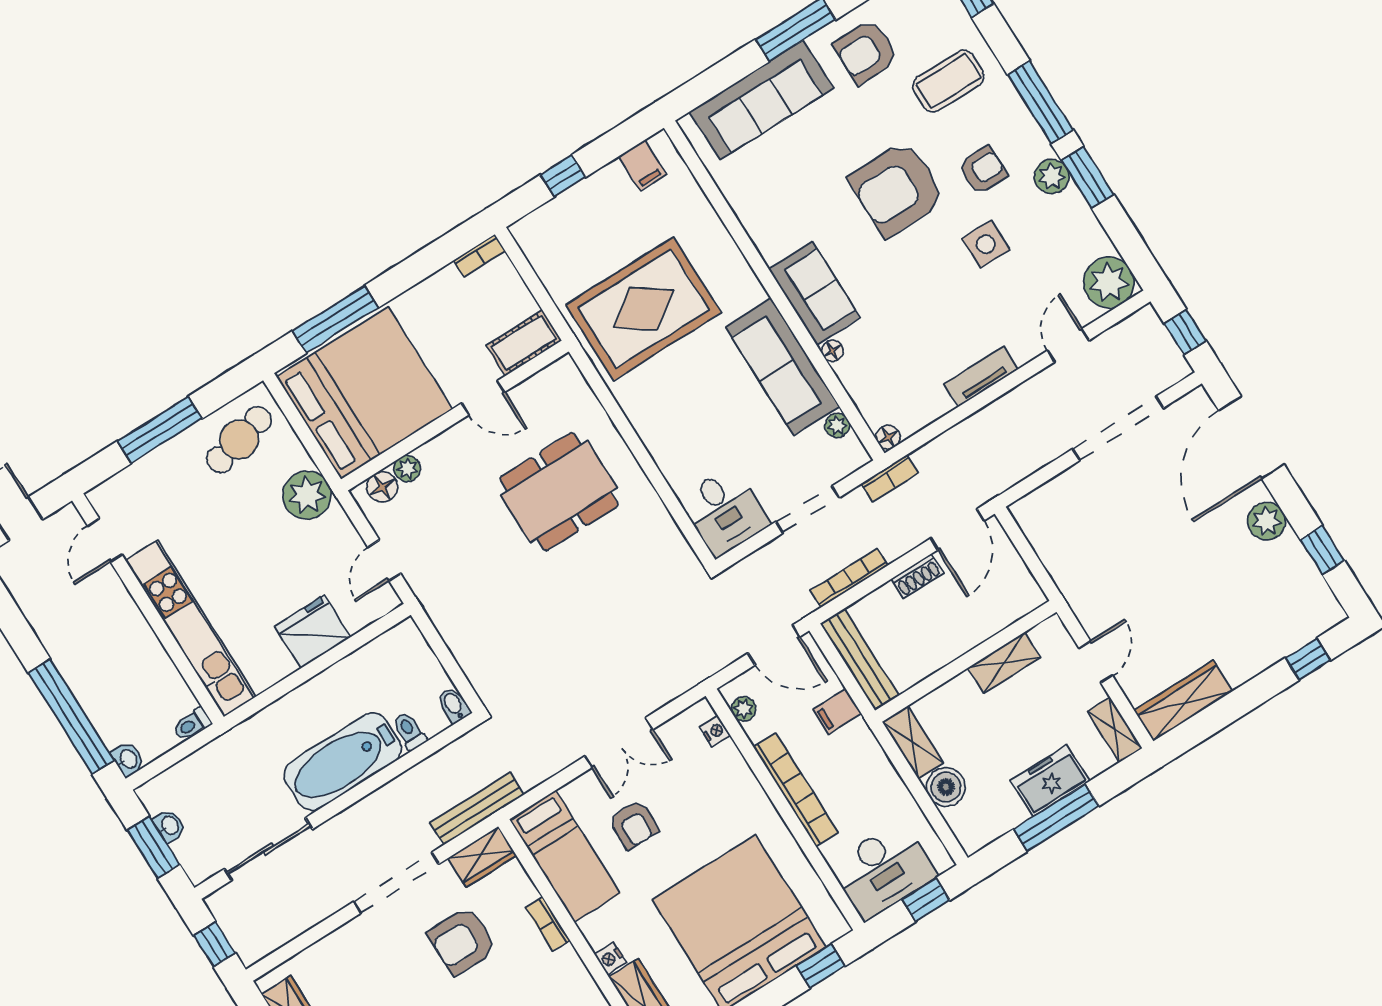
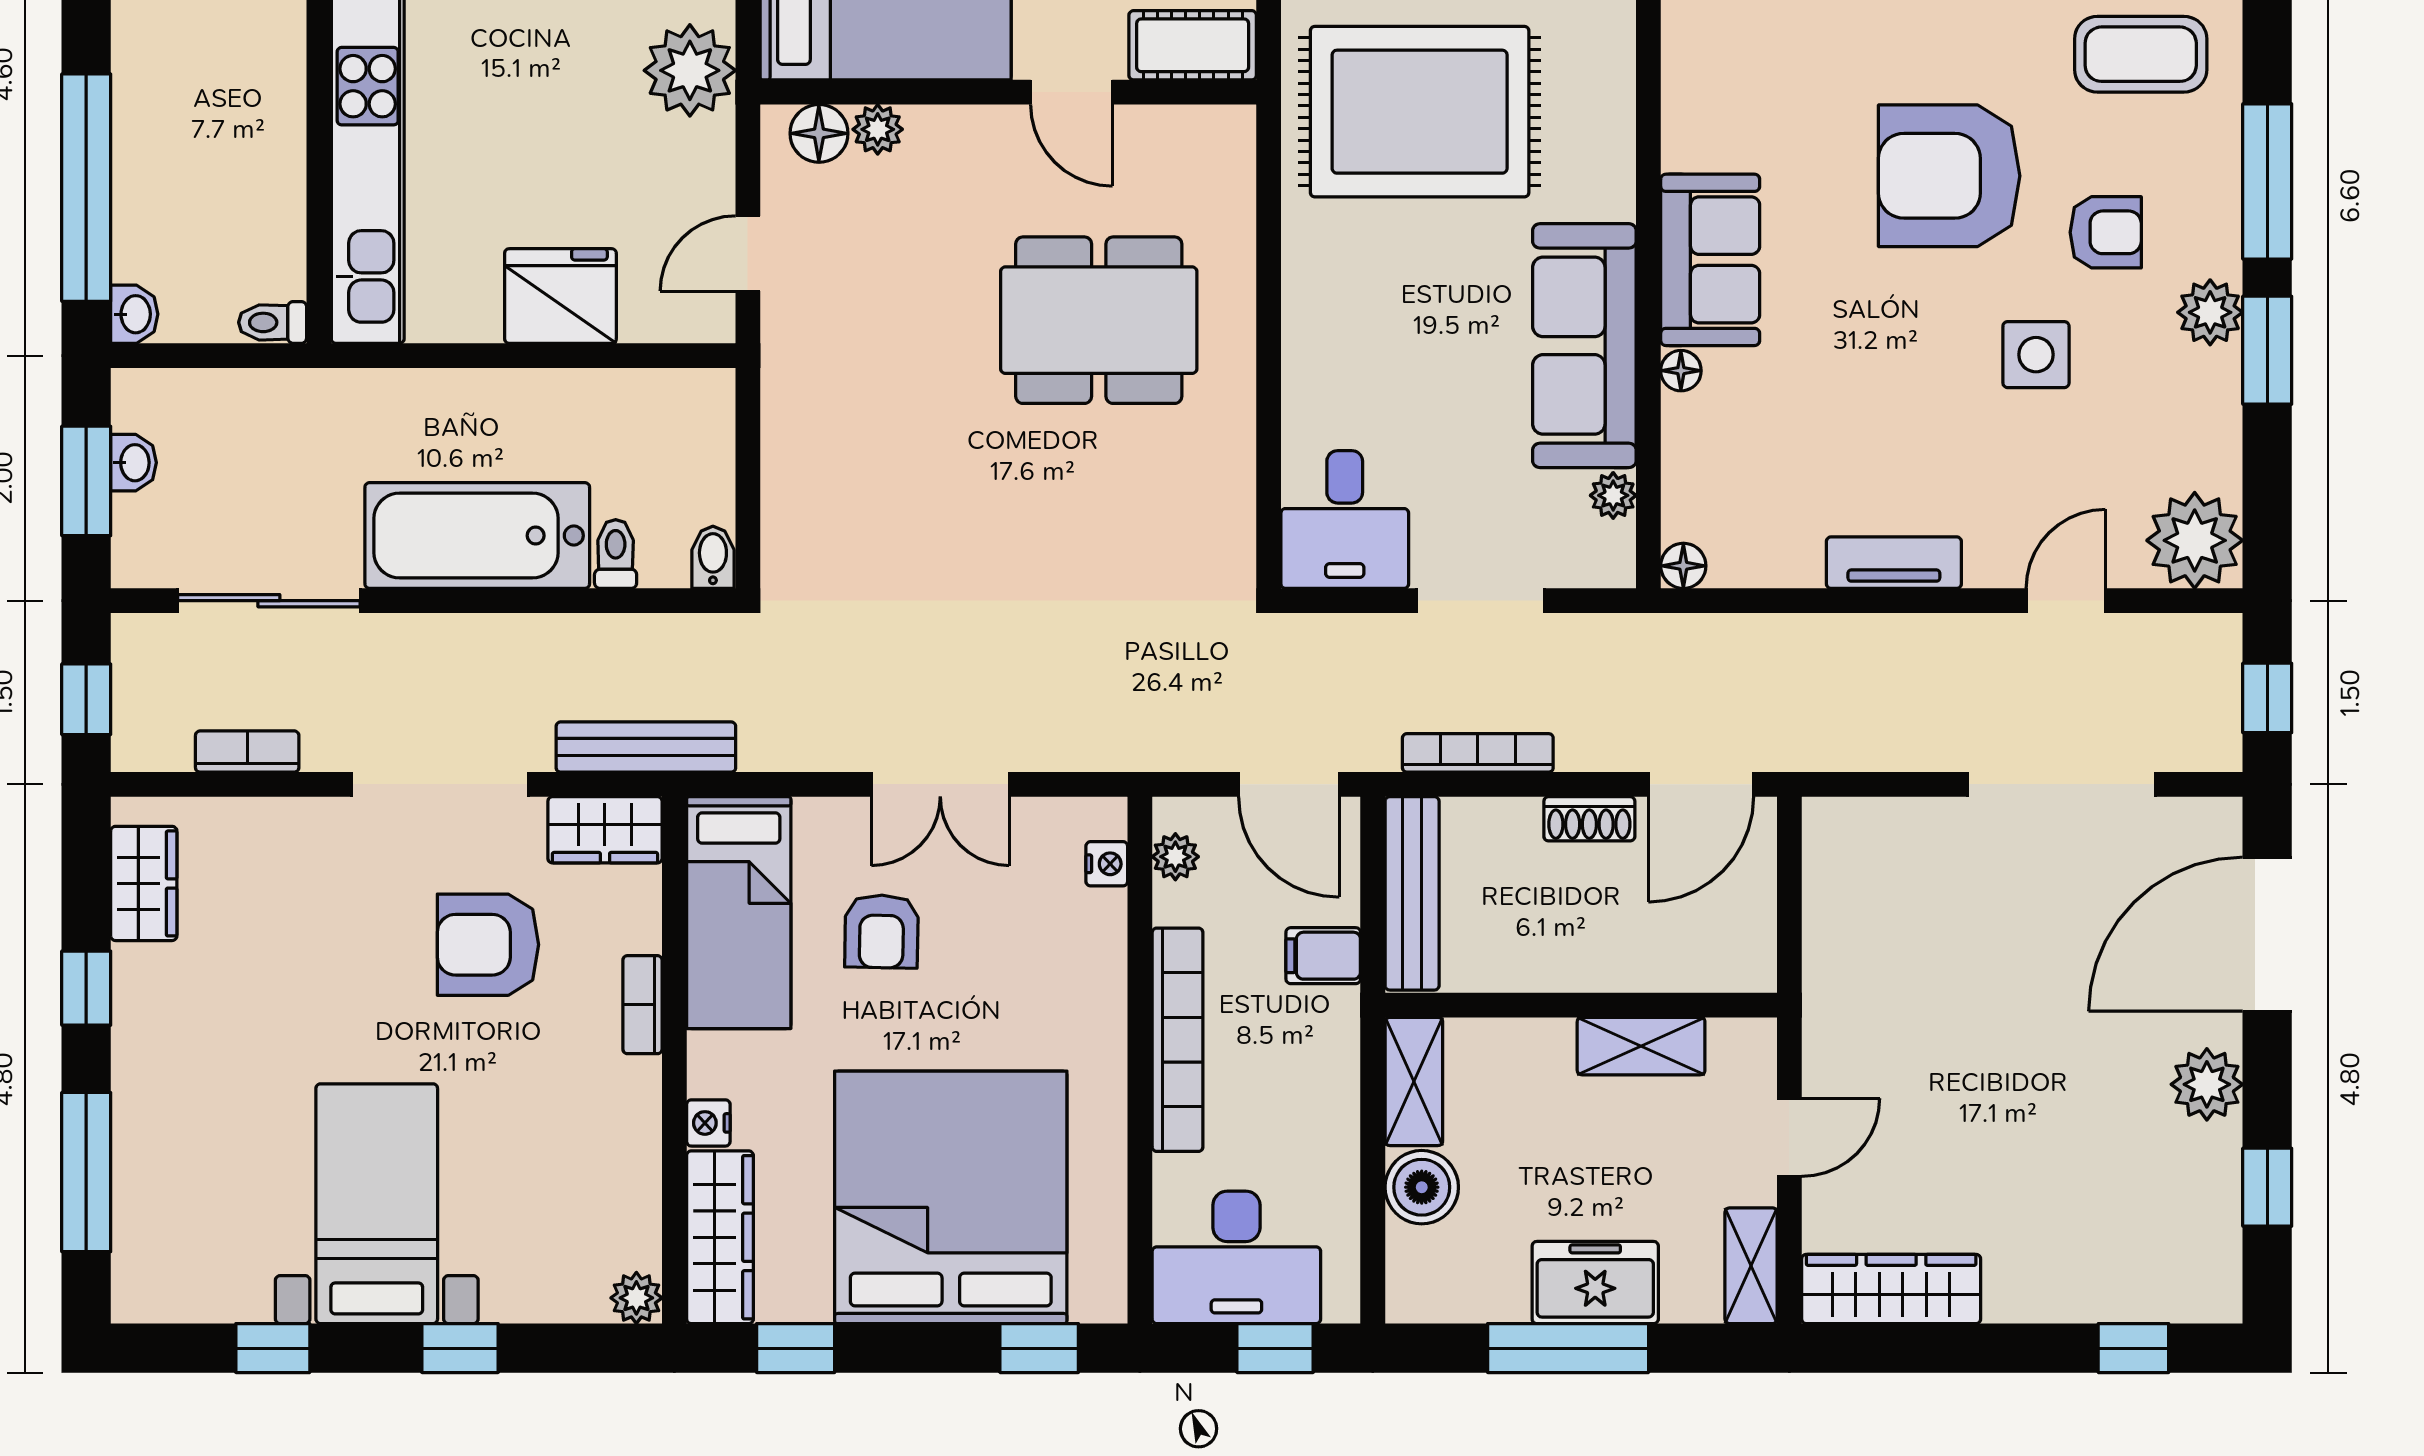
bookcase: (890, 478) -> (247, 752), moved, turned 180

